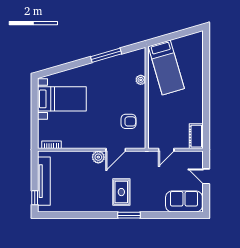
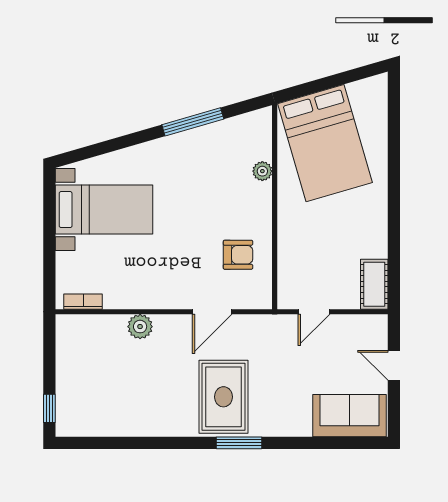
bed: (166, 67) -> (325, 143), width x1.50
plant: (98, 157) -> (140, 327), moved
tv unit: (44, 181) -> (68, 375), removed
rug: (121, 192) -> (223, 397), width x1.36, depth x1.43

